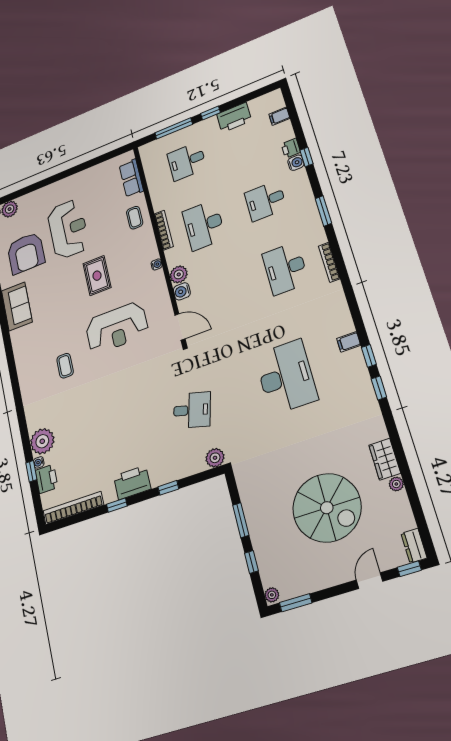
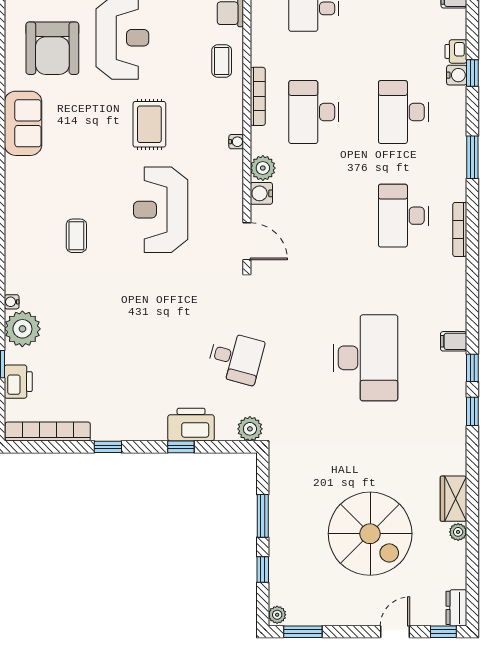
desk: (266, 201) -> (403, 112), width x1.37
reception desk: (117, 328) -> (161, 210), turned 90
water cooler: (39, 462) -> (12, 302), moved
printer: (132, 483) -> (191, 425), moved

